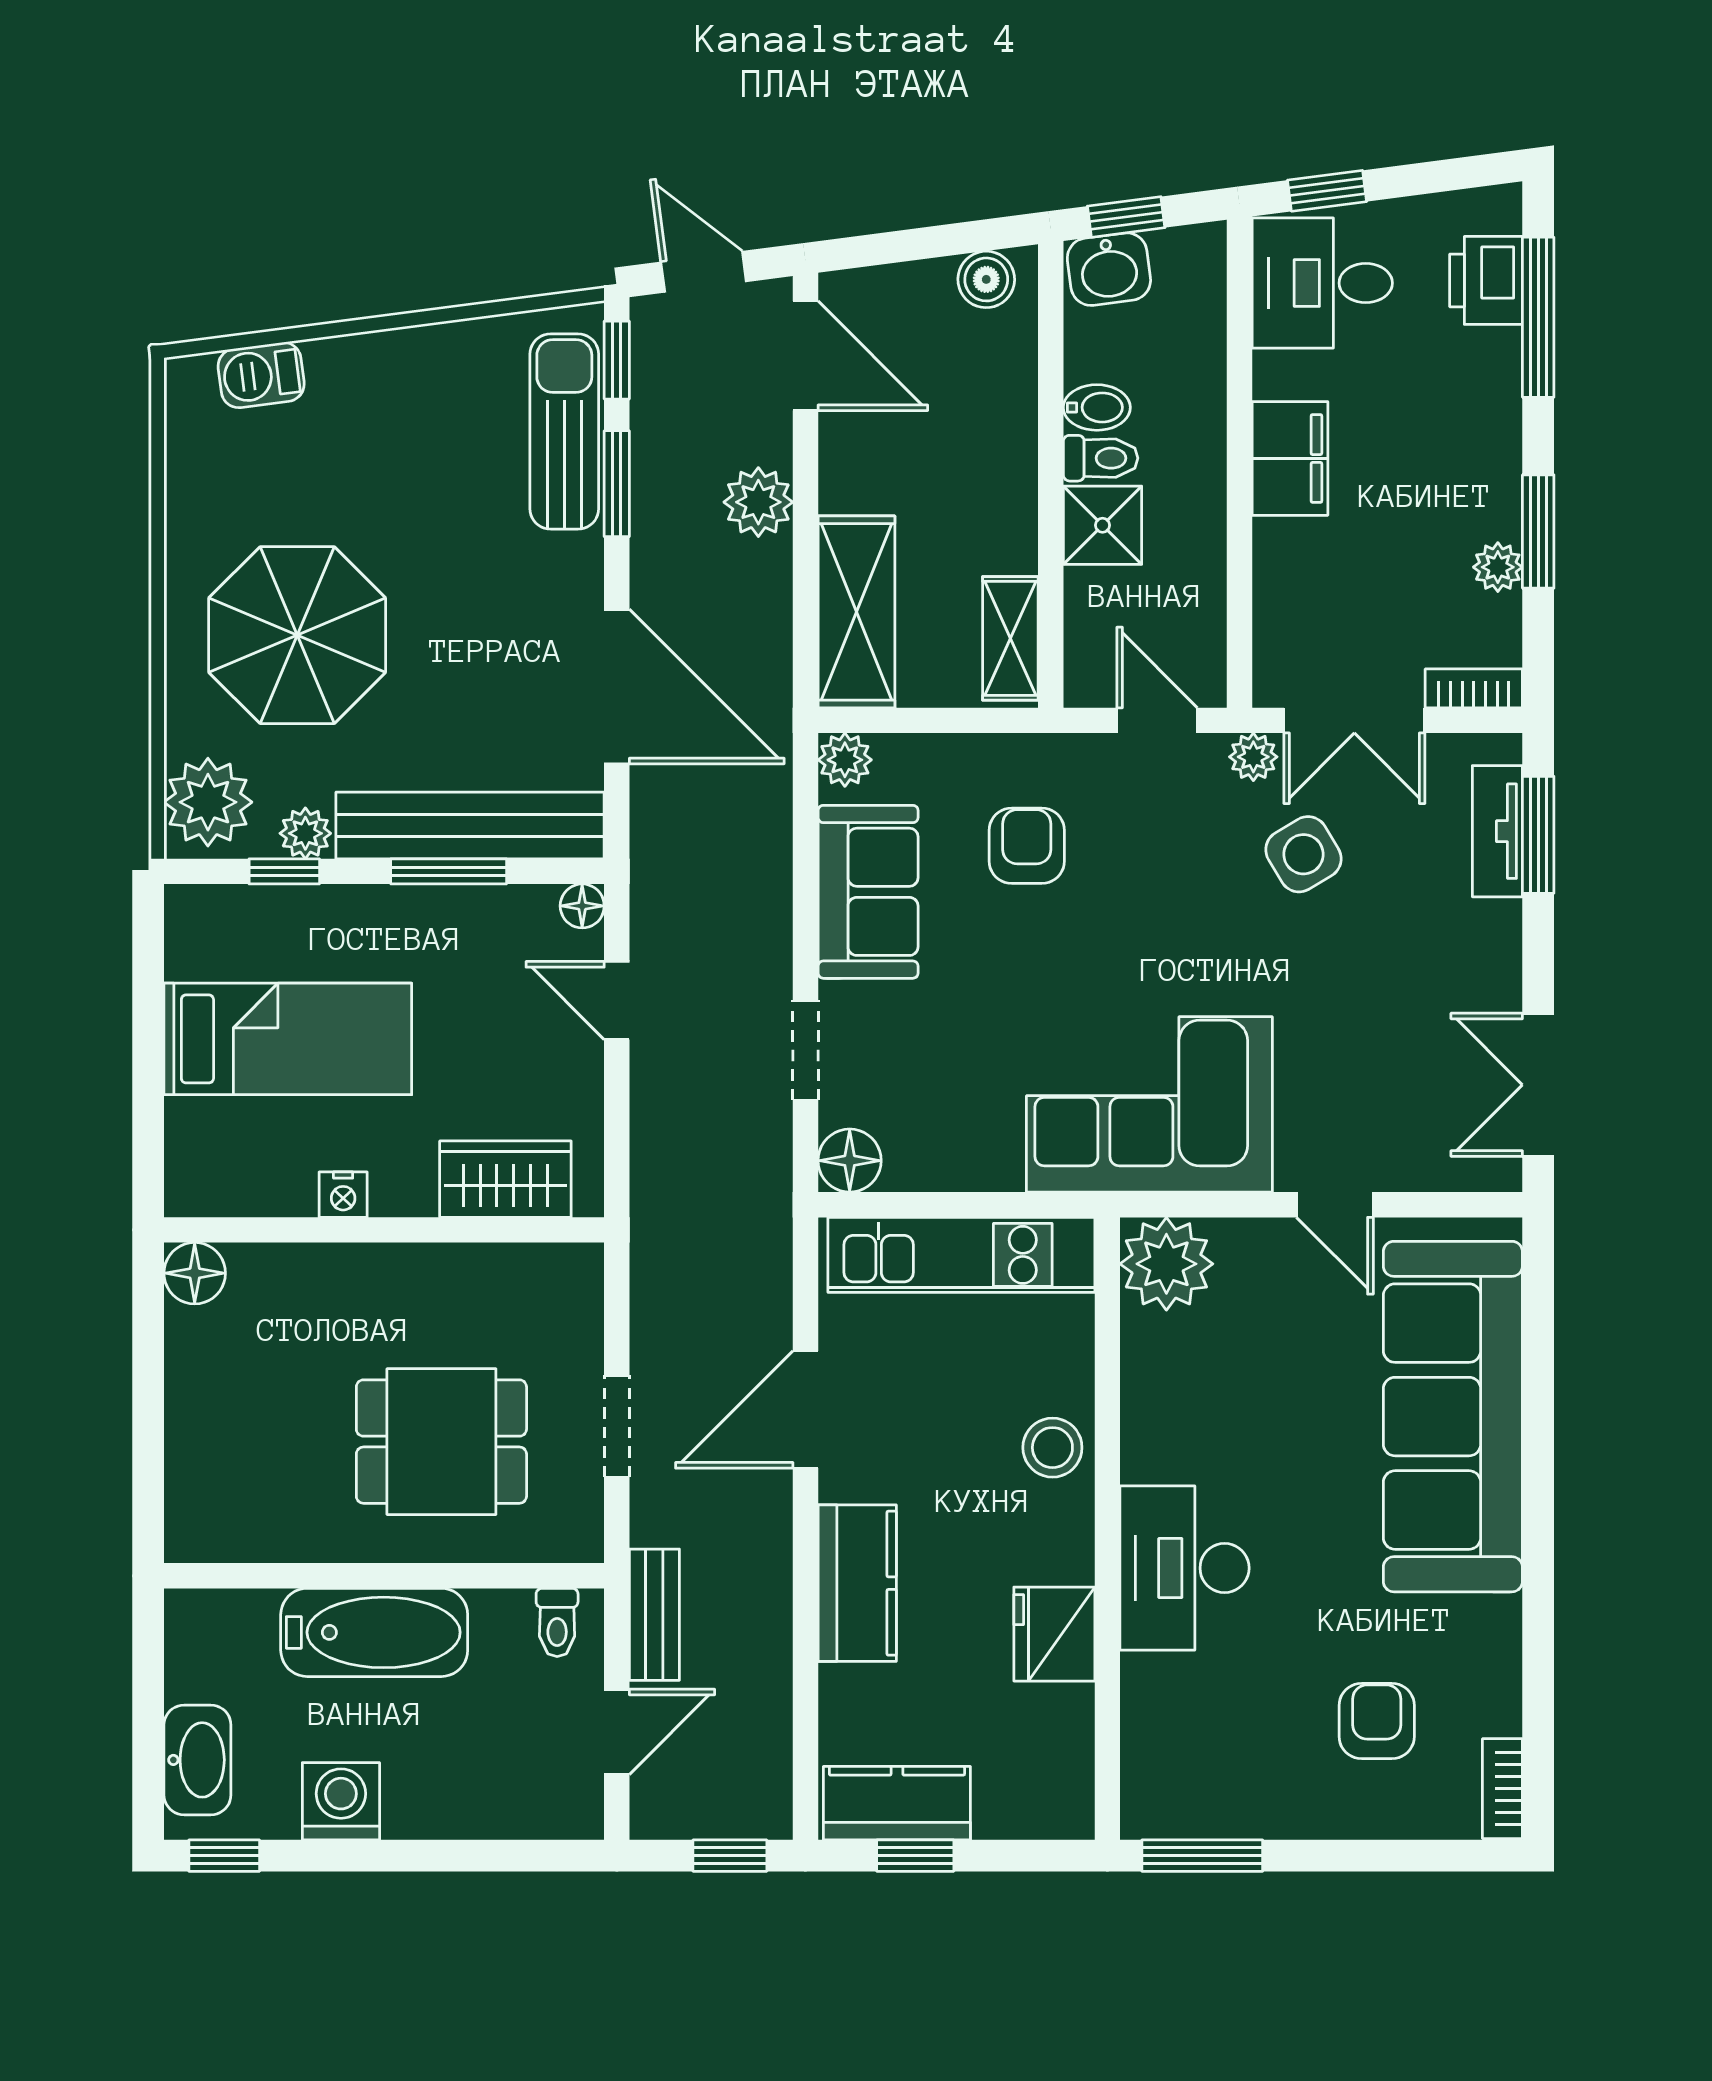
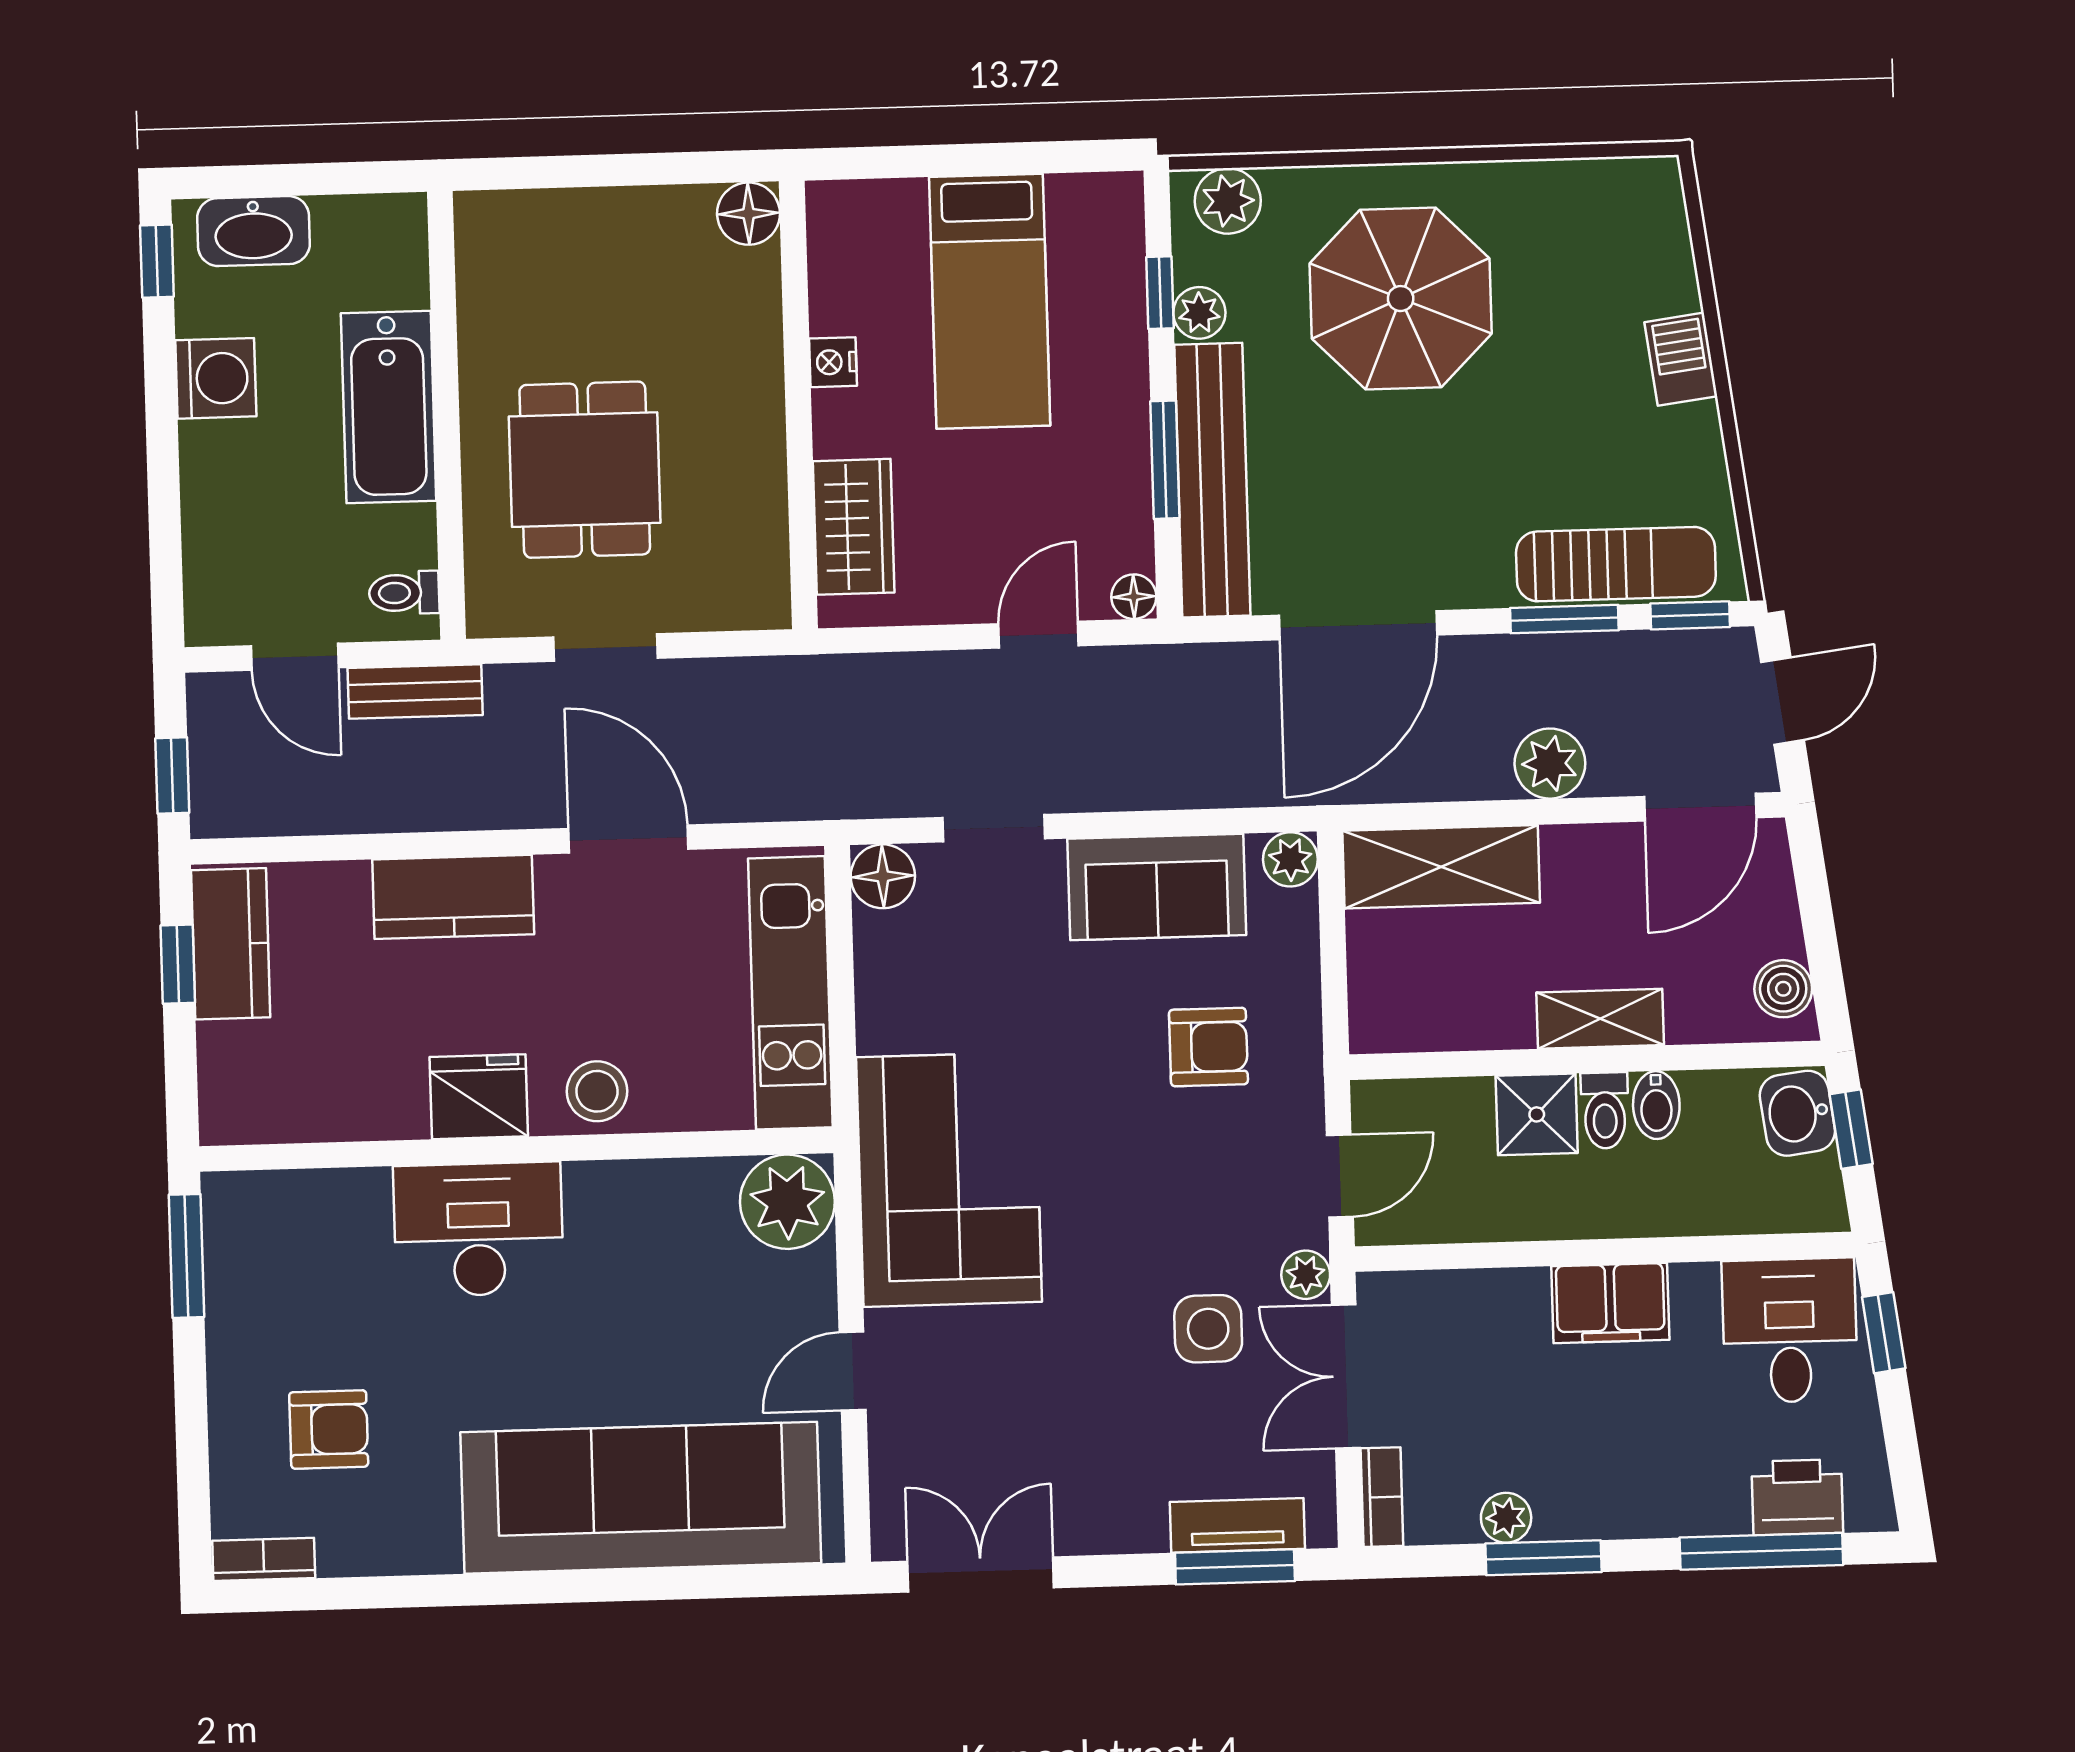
barbecue: (261, 375) -> (1681, 359), moved
shelving: (1010, 638) -> (1600, 1019), moved
plant: (208, 802) -> (1228, 201), width x0.73, depth x0.73
side table: (1303, 854) -> (1208, 1329), turned 31
fridge: (1054, 1634) -> (479, 1097), moved

